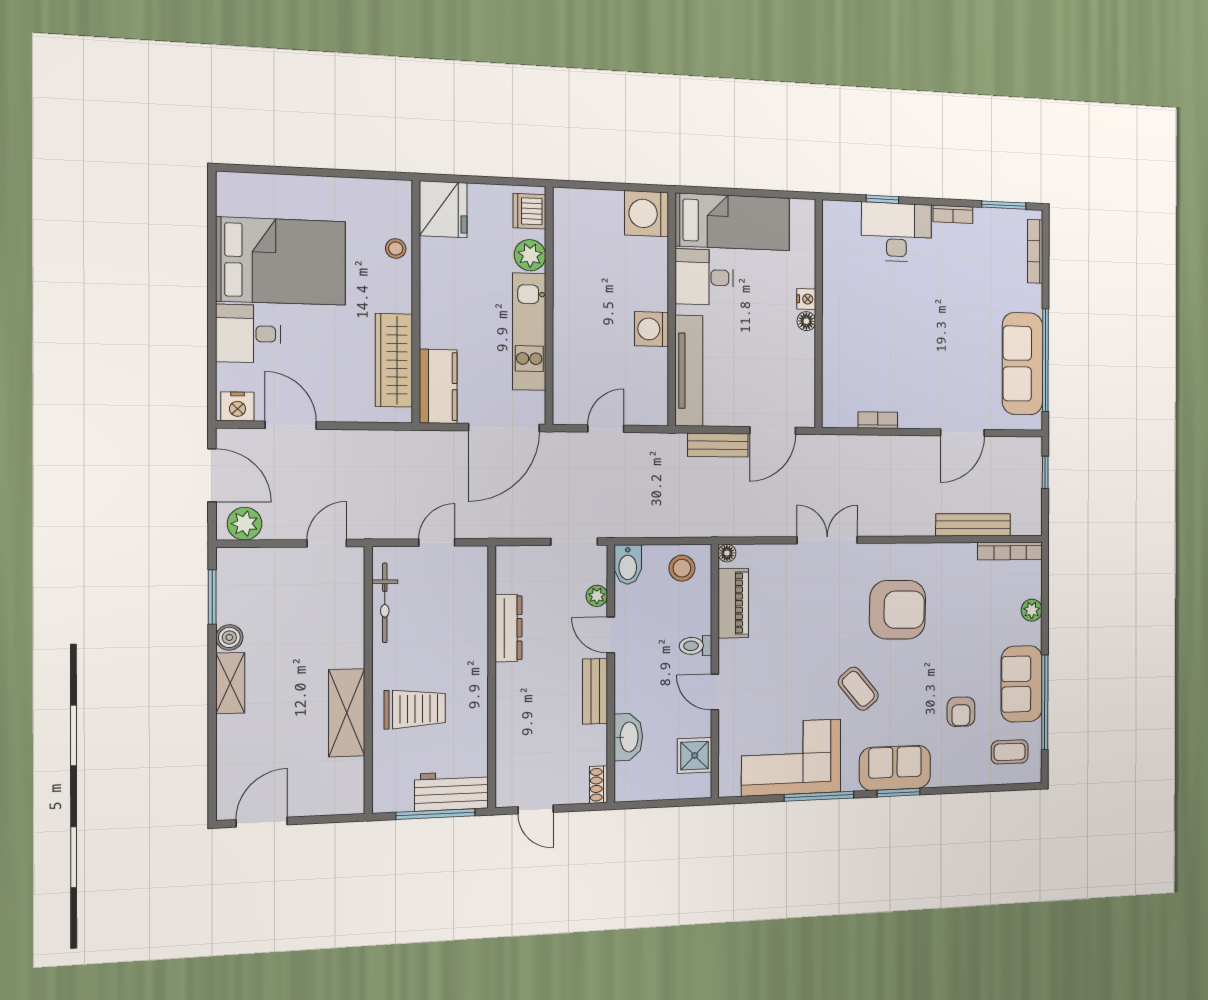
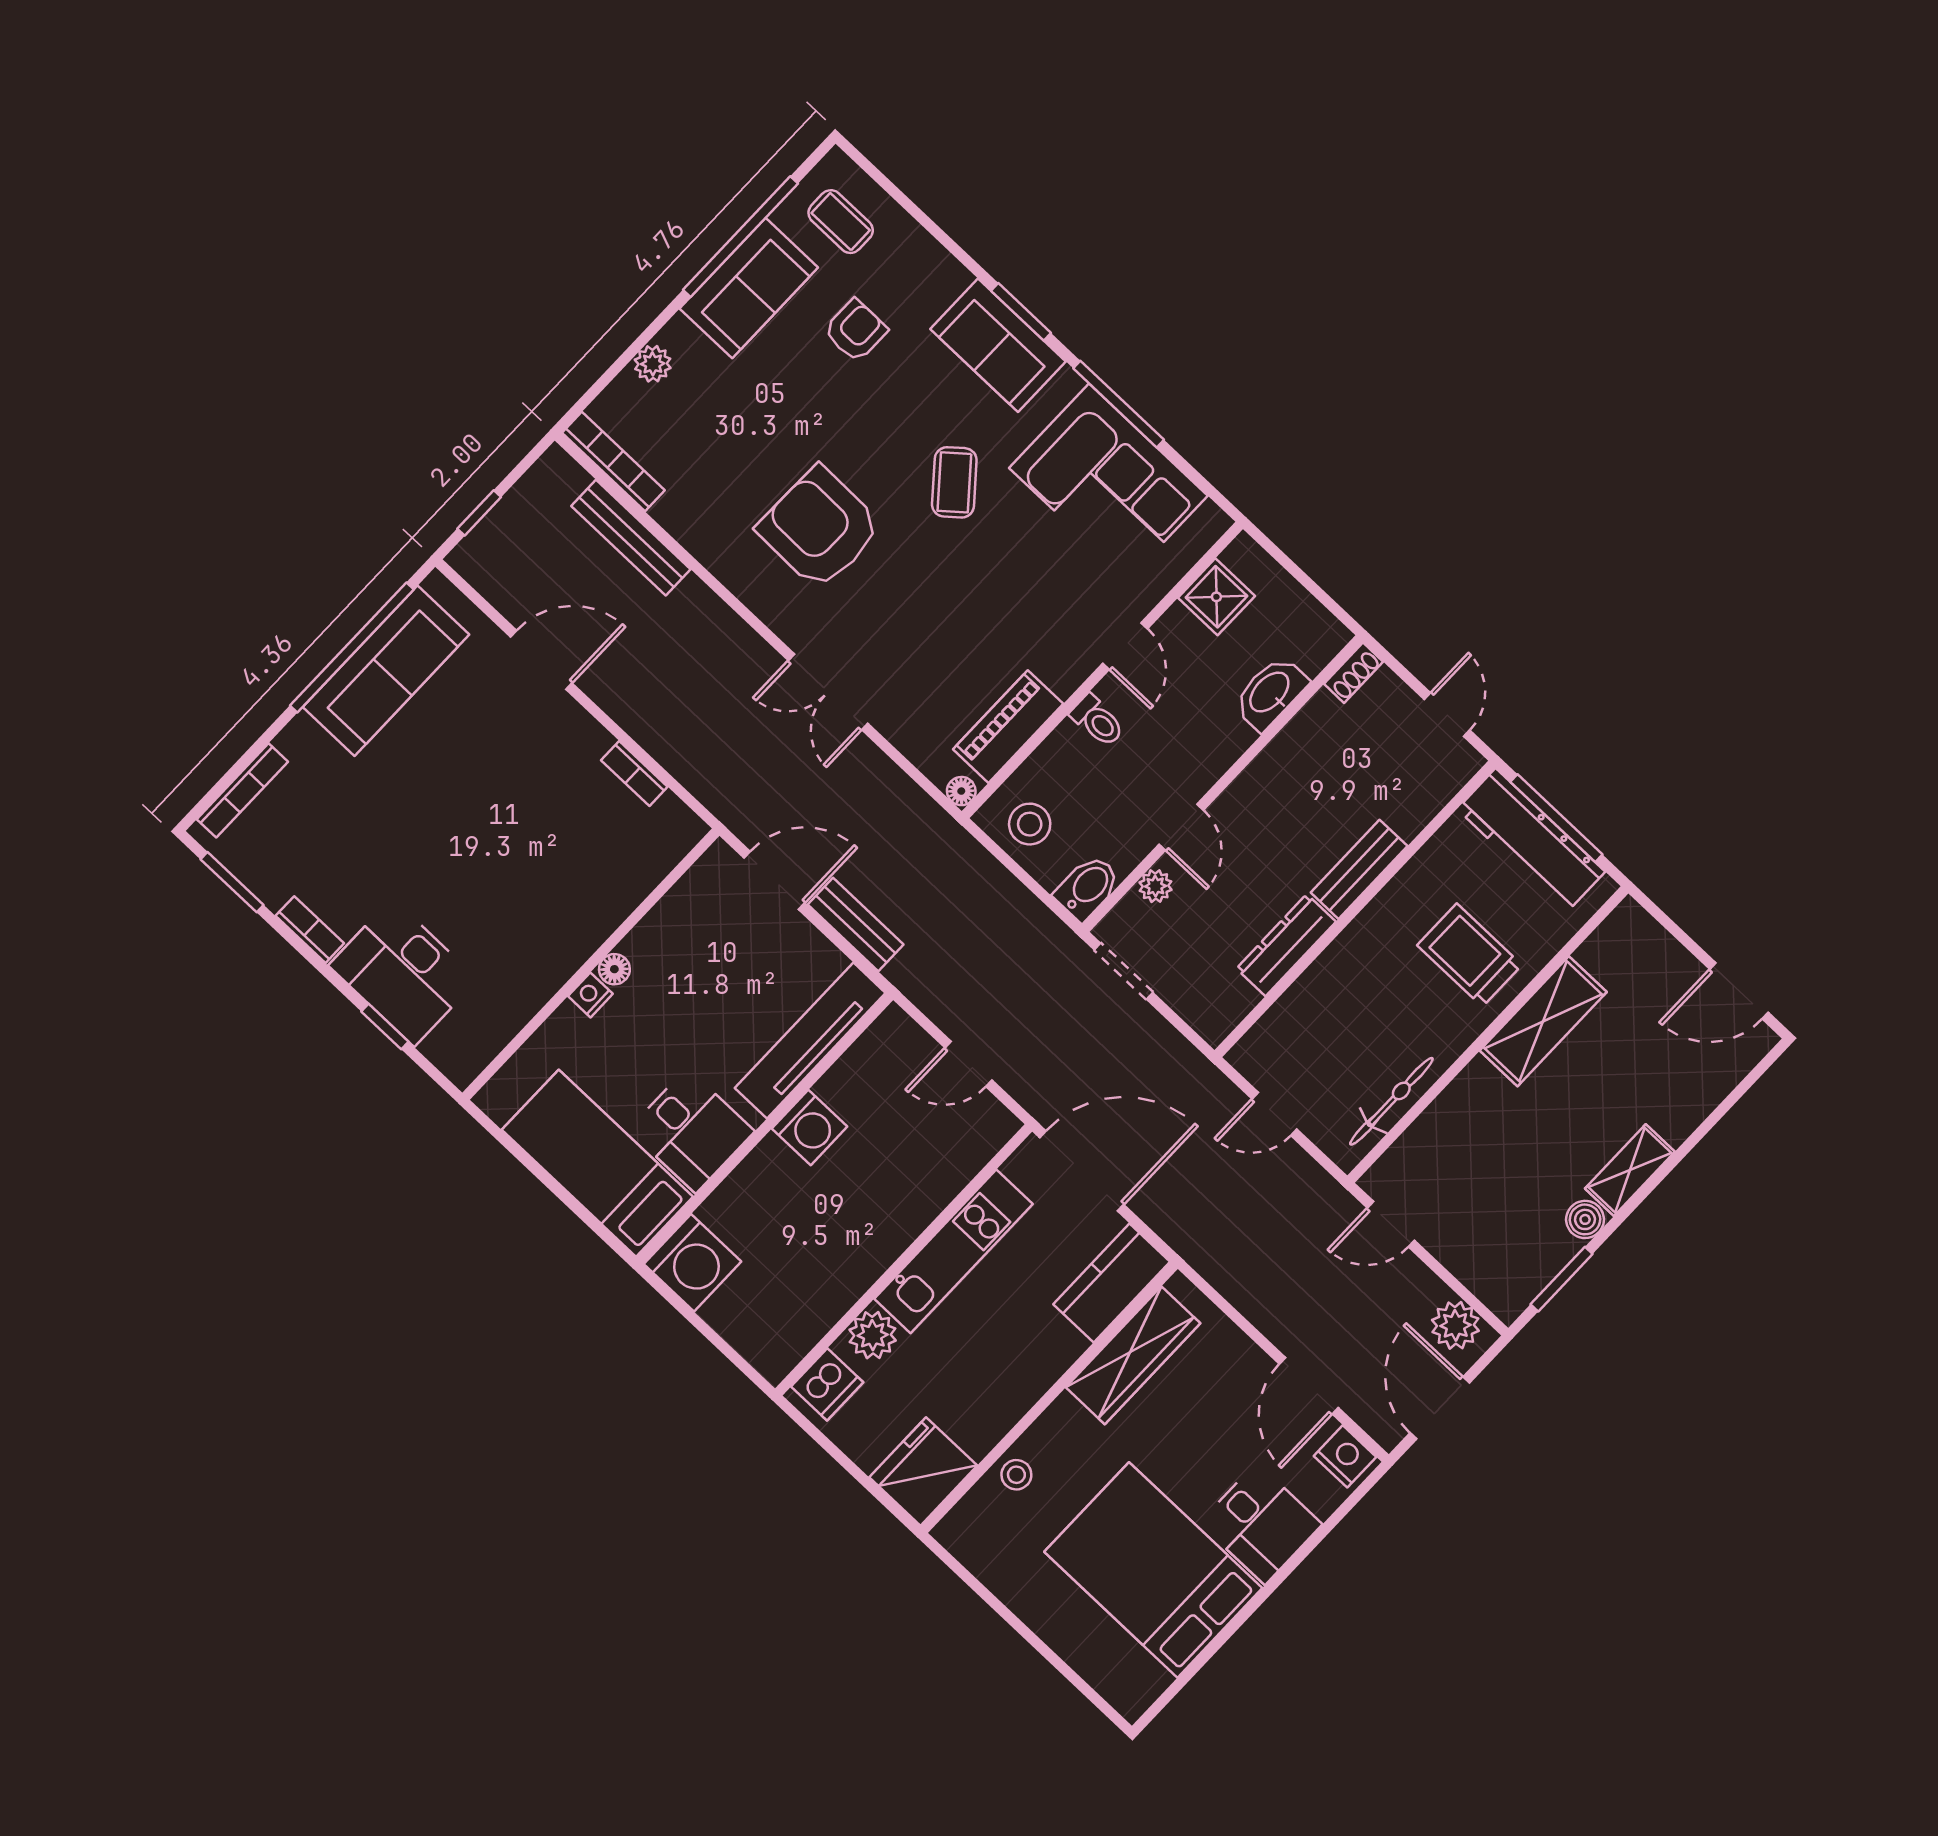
bench: (595, 691) -> (1359, 869), moved
workbench: (452, 791) -> (1531, 840), width x1.38

